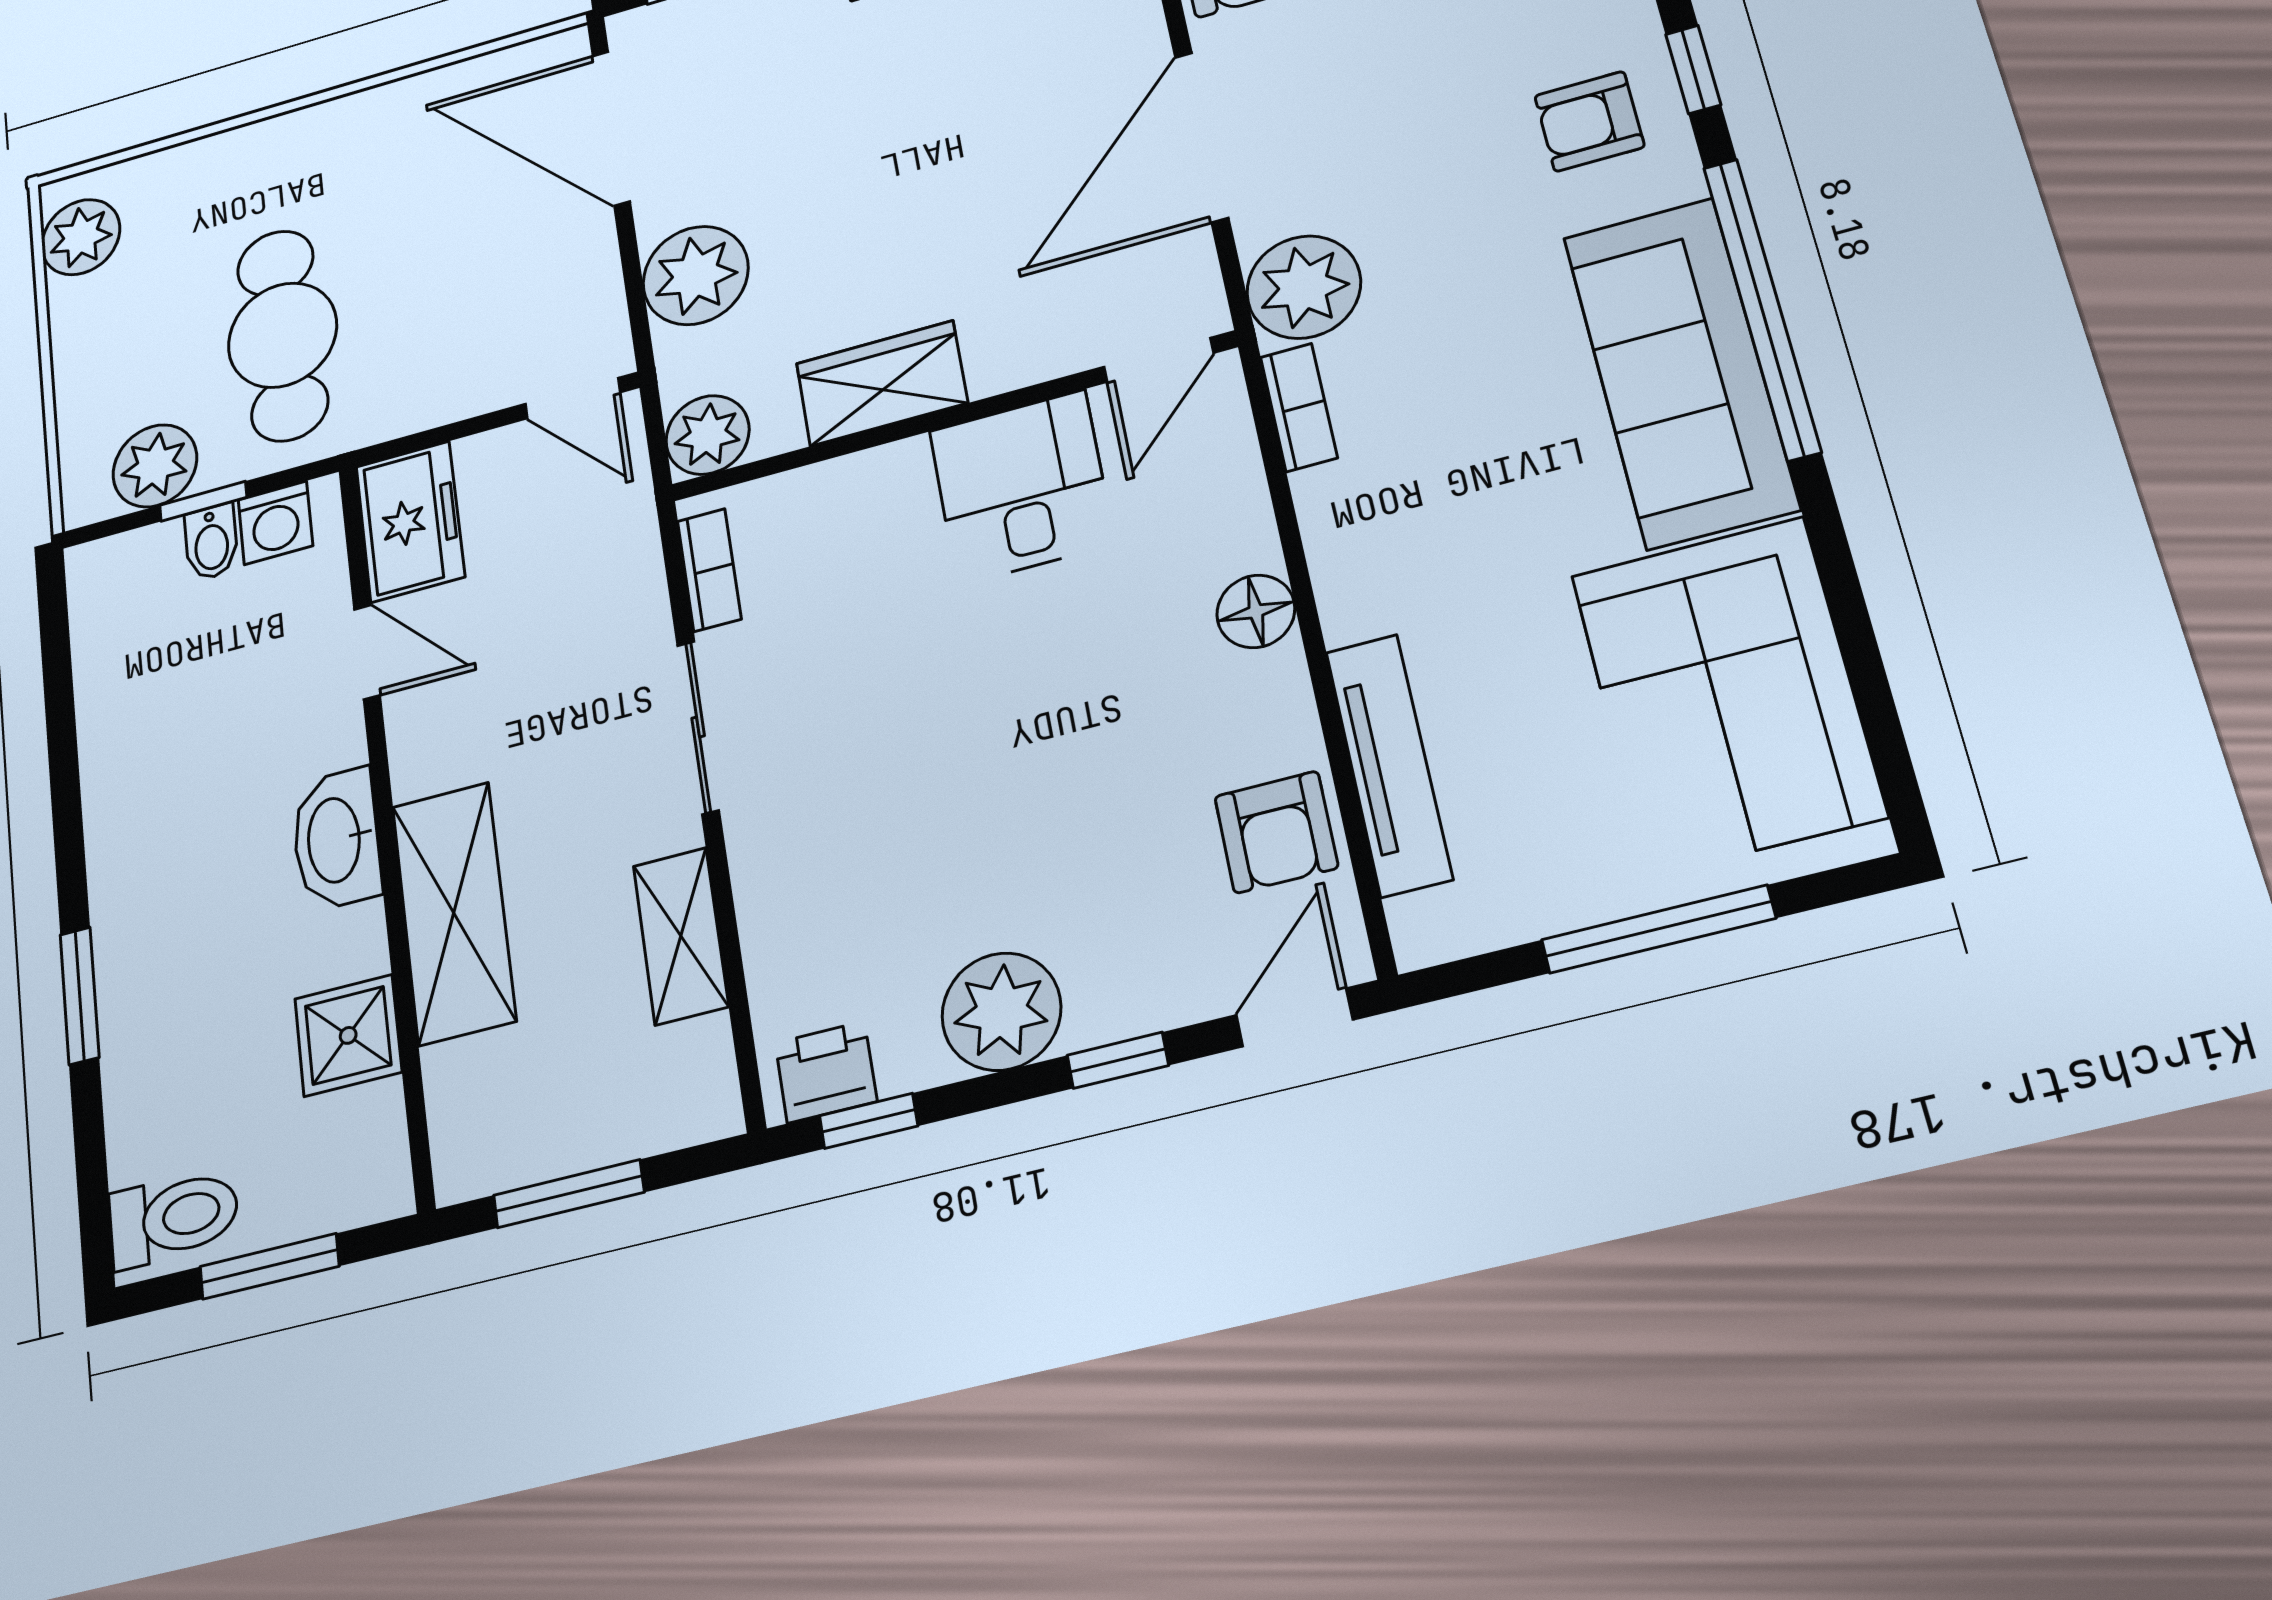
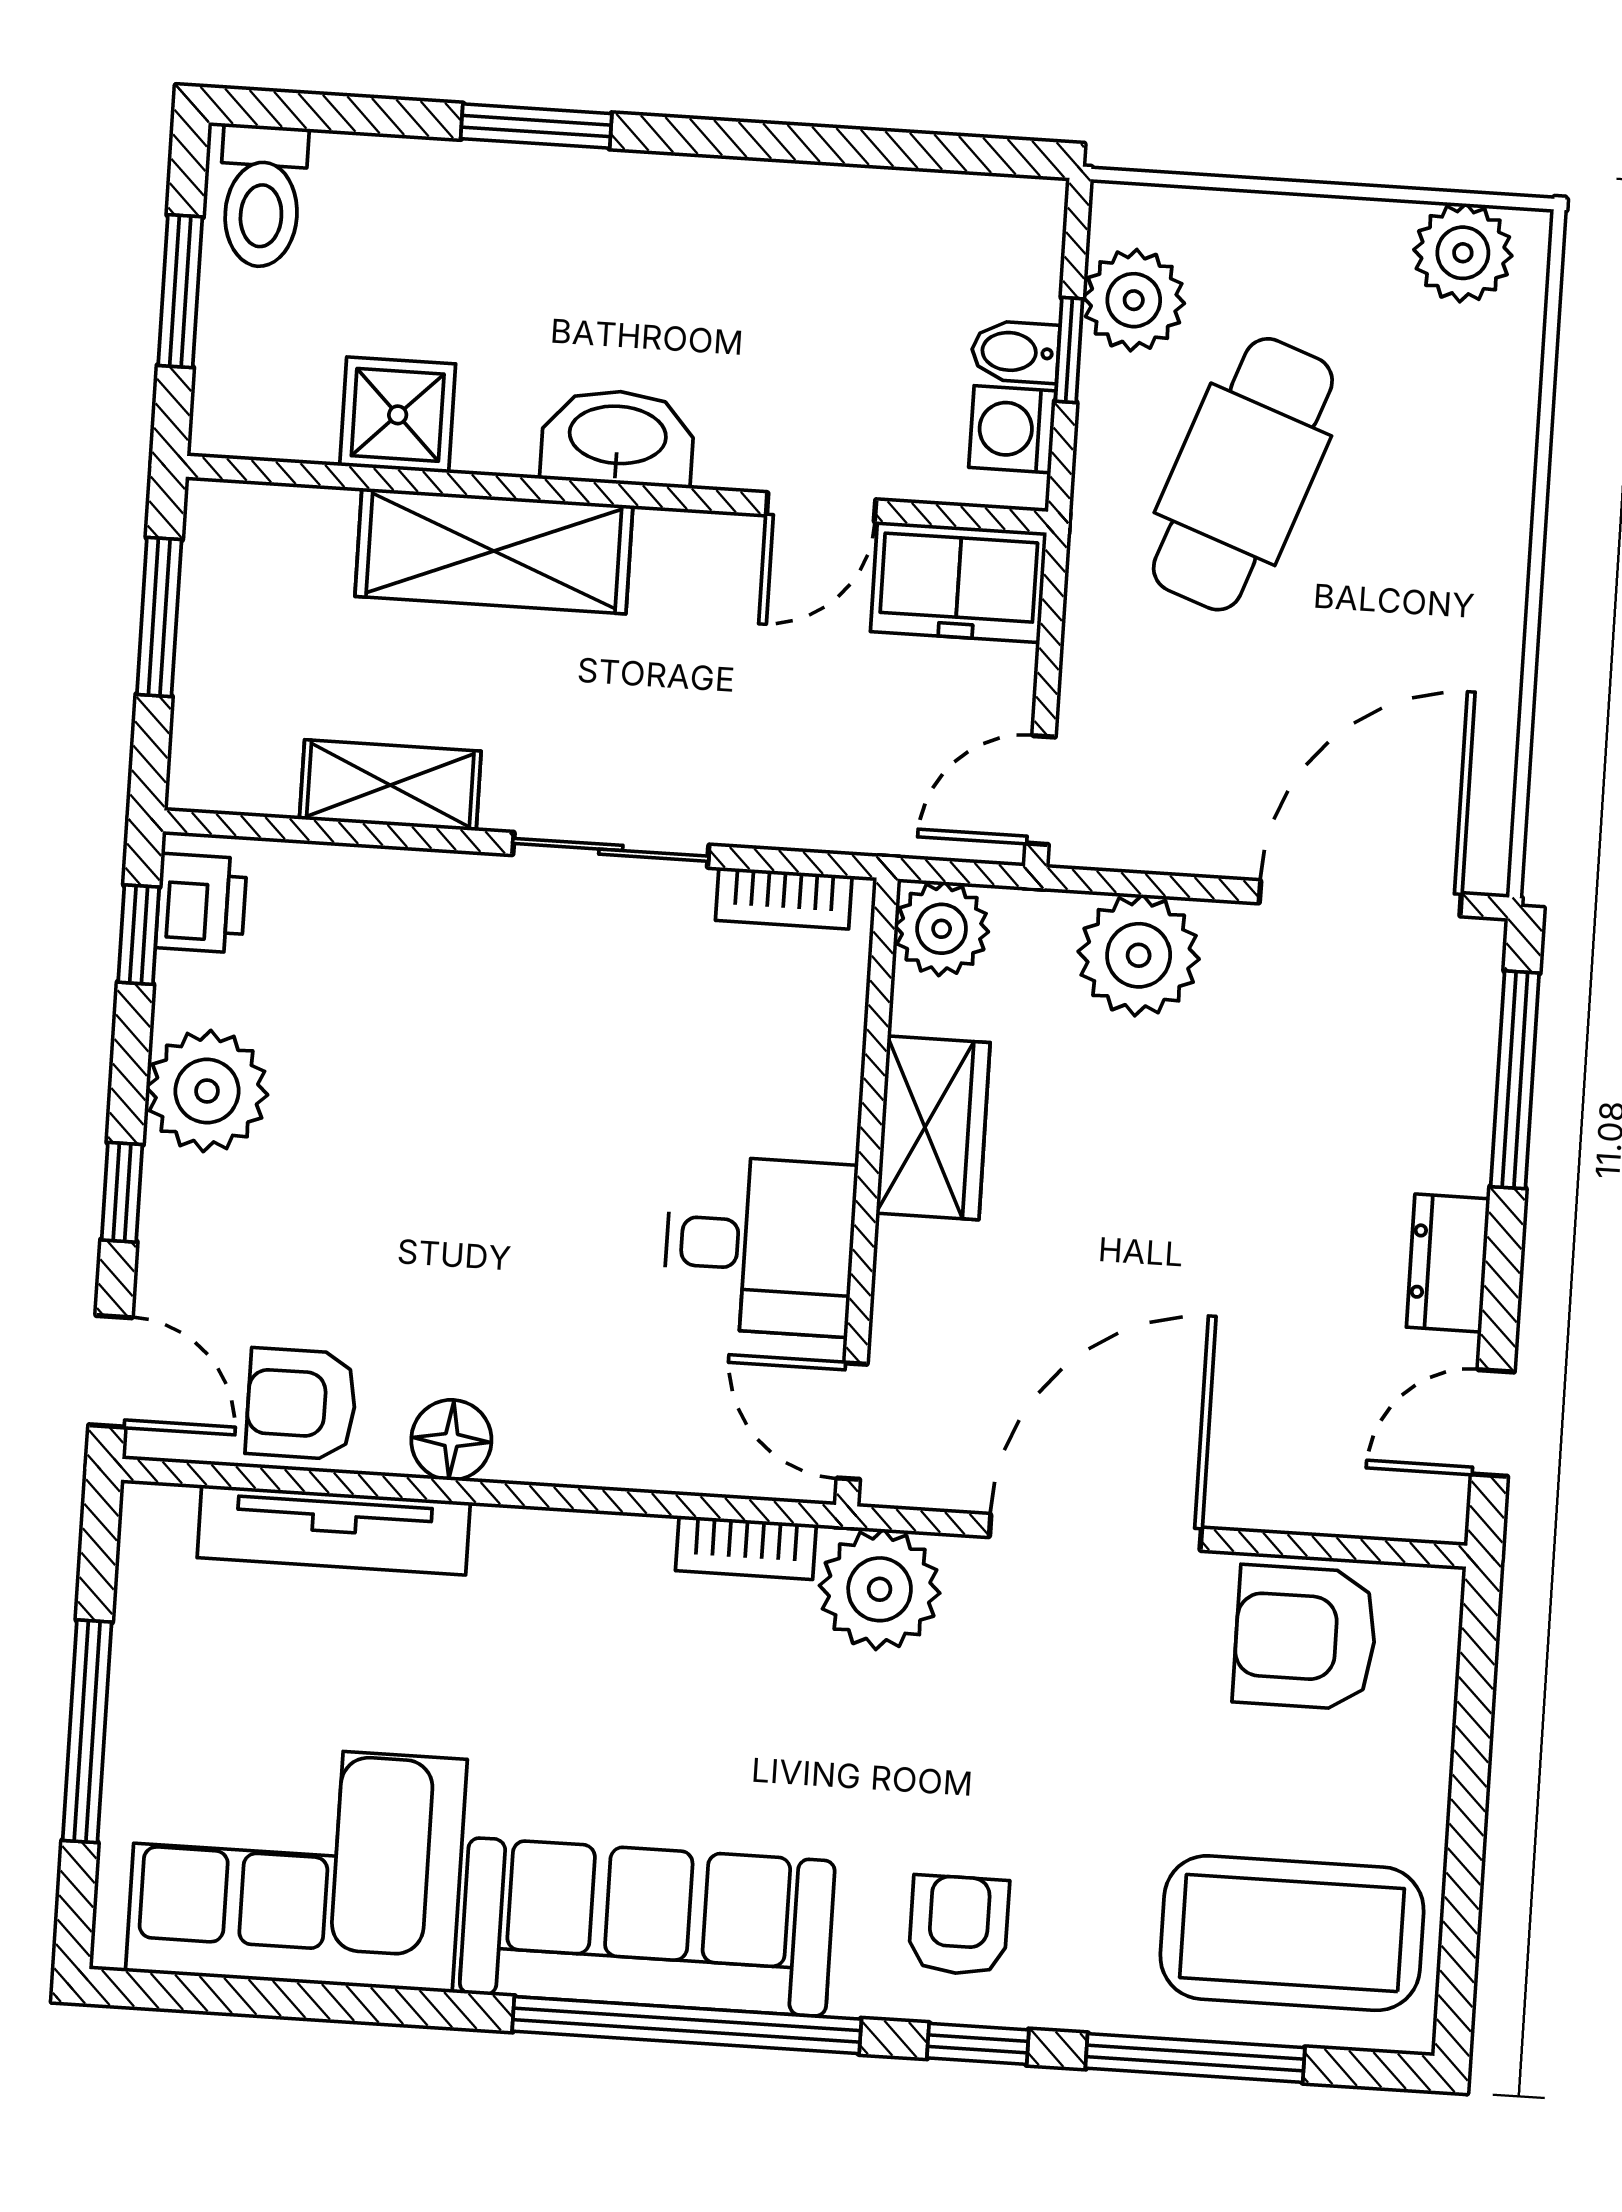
door: (1202, 137) -> (1095, 1532), hinge flipped
cafe table: (283, 335) -> (1243, 474), turned -70
floor lamp: (1256, 611) -> (451, 1440), moved

